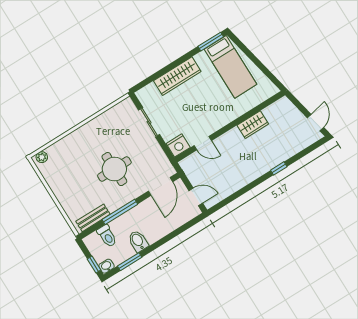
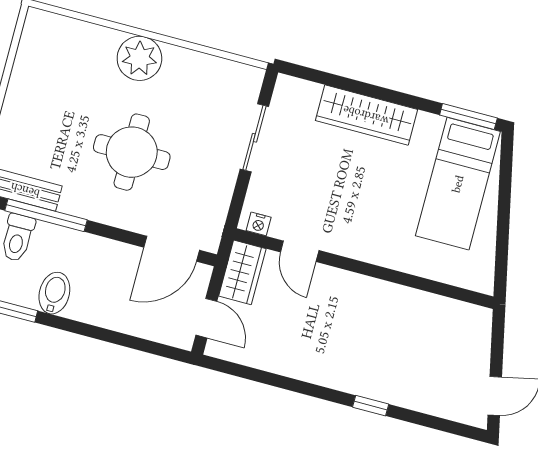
wardrobe: (253, 125) -> (242, 272), moved, turned -90
nightstand: (178, 145) -> (259, 224), width x0.53, depth x0.56
plant: (42, 157) -> (139, 58), moved, width x1.88, depth x1.88
window: (120, 212) -> (46, 215), moved

